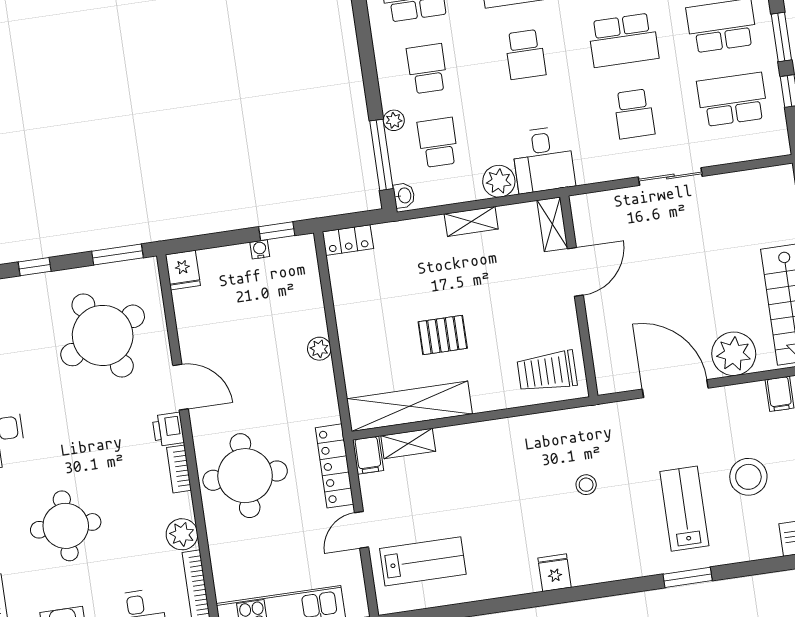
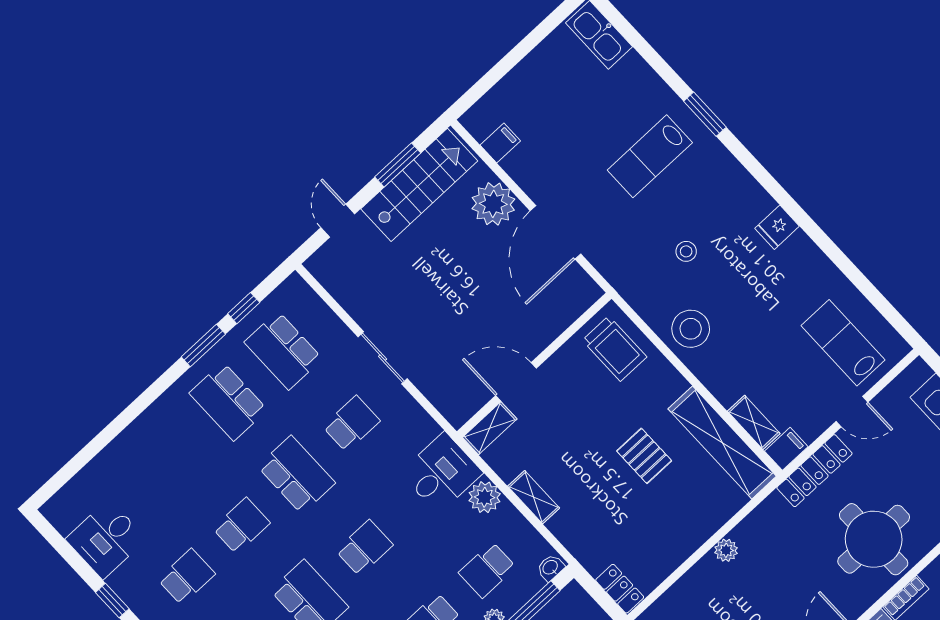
stool: (748, 477) -> (691, 329), moved

